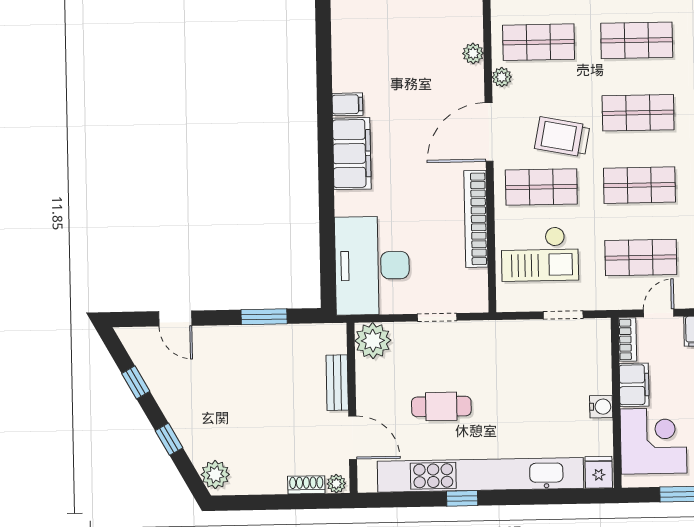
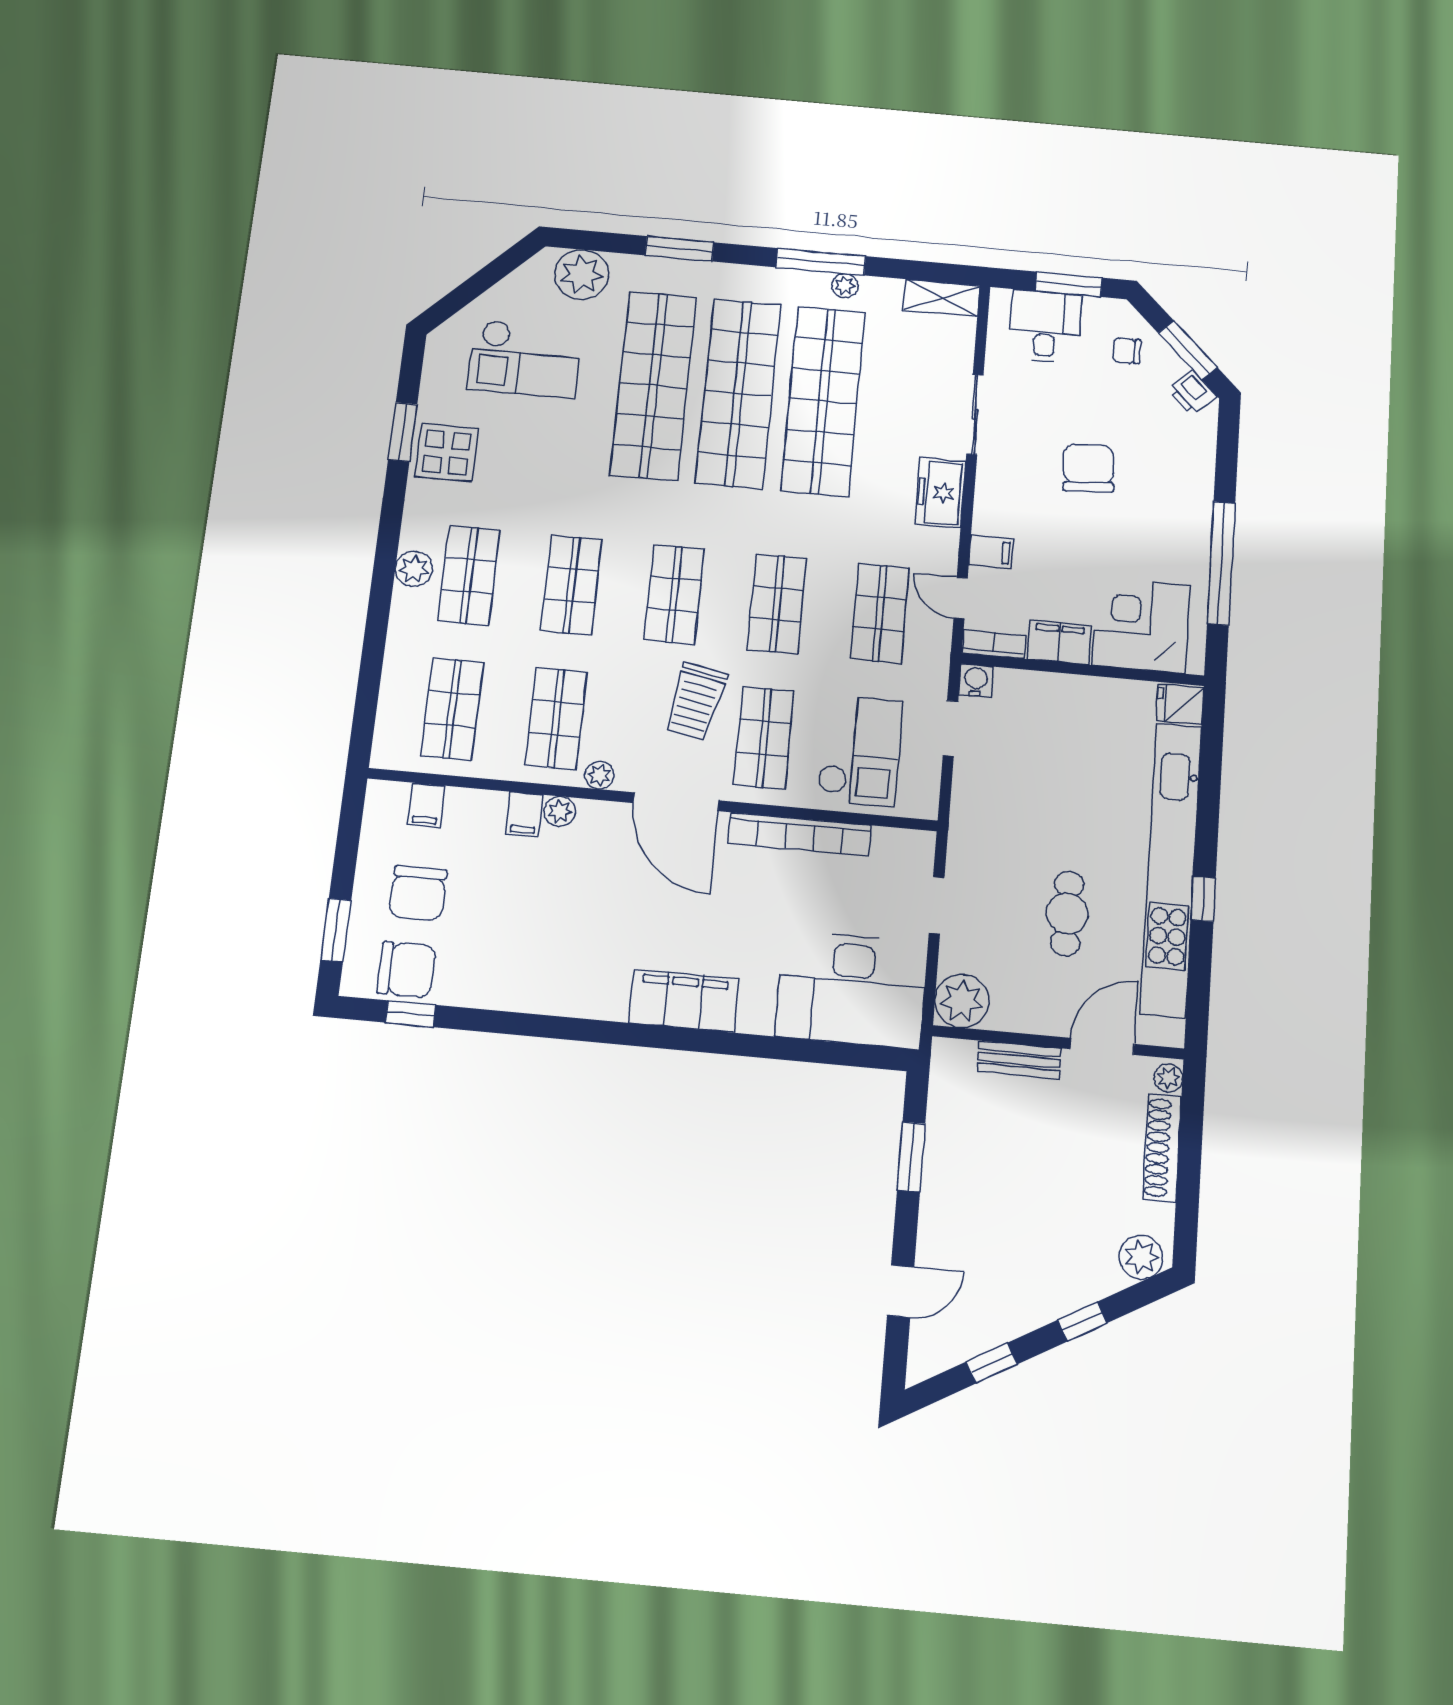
filing cabinet: (347, 104) -> (524, 815), moved, turned 180
water cooler: (601, 407) -> (976, 680), moved
shoe rack: (306, 485) -> (1162, 1148), width x1.94, depth x1.24

